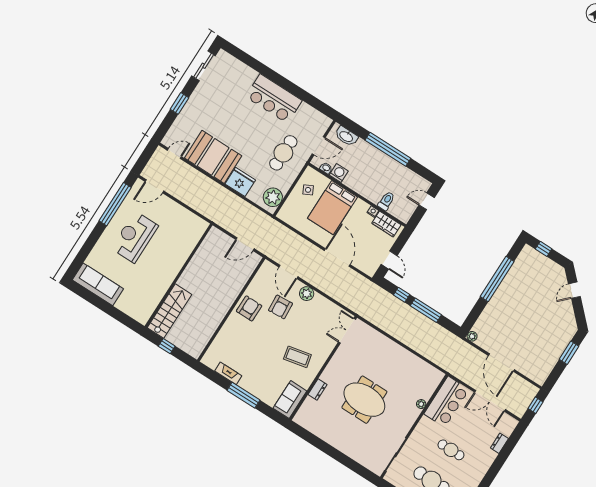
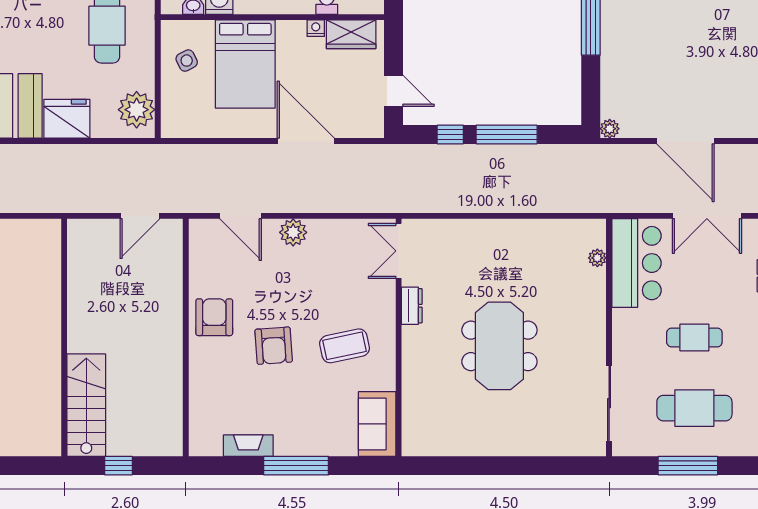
armchair: (281, 307) -> (274, 346), moved
dresser: (318, 389) -> (412, 306), moved
meeting table: (364, 400) -> (499, 346), turned 90
plant: (421, 404) -> (597, 258), moved

